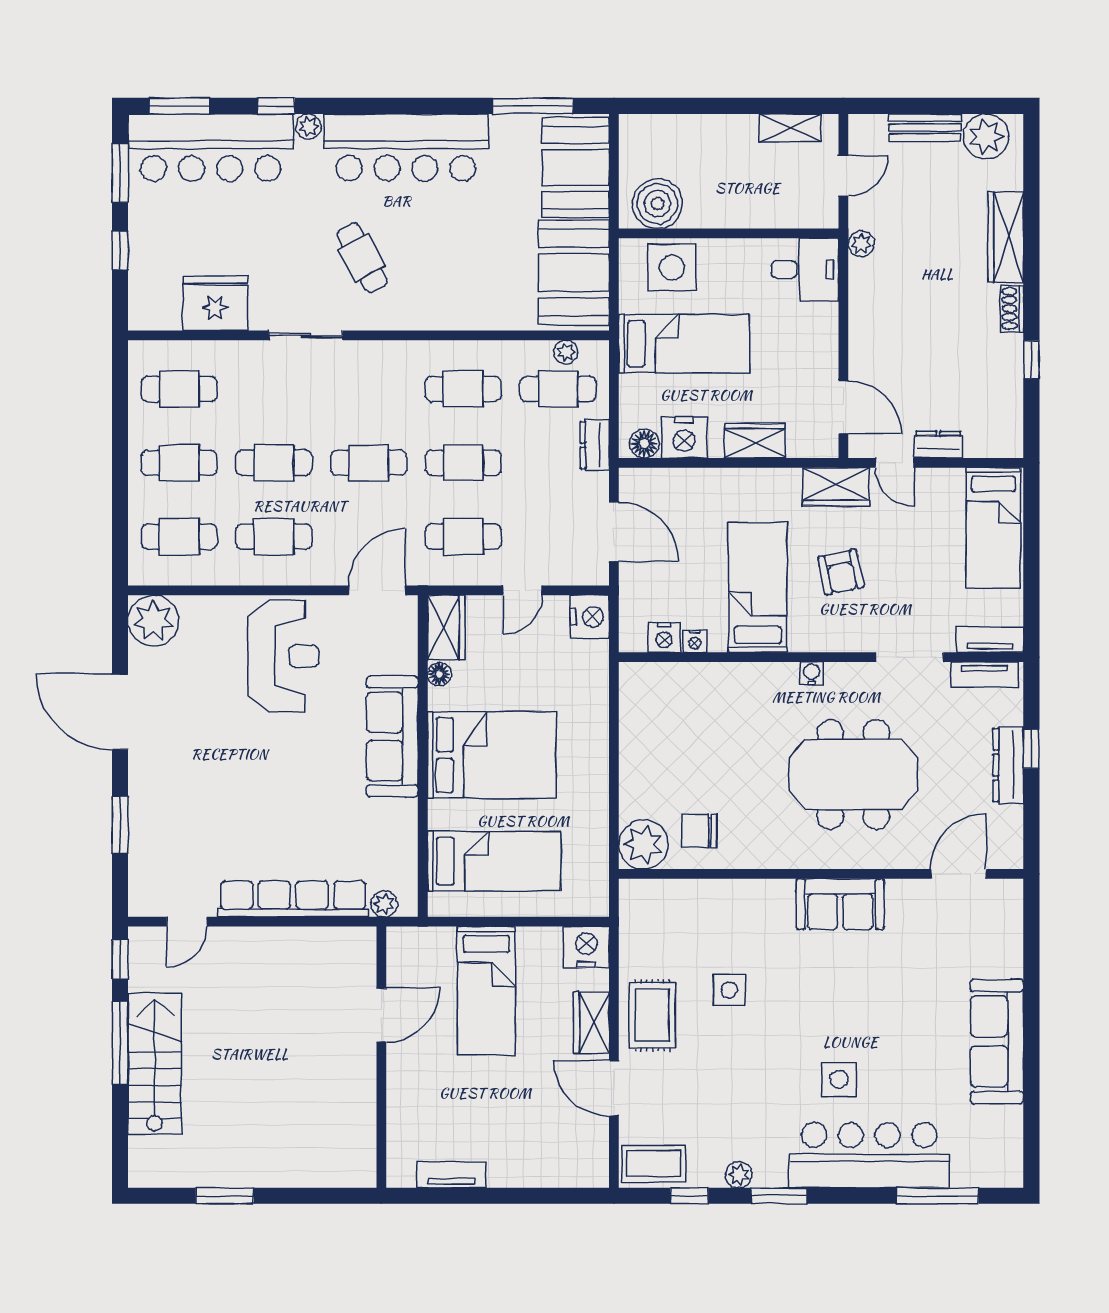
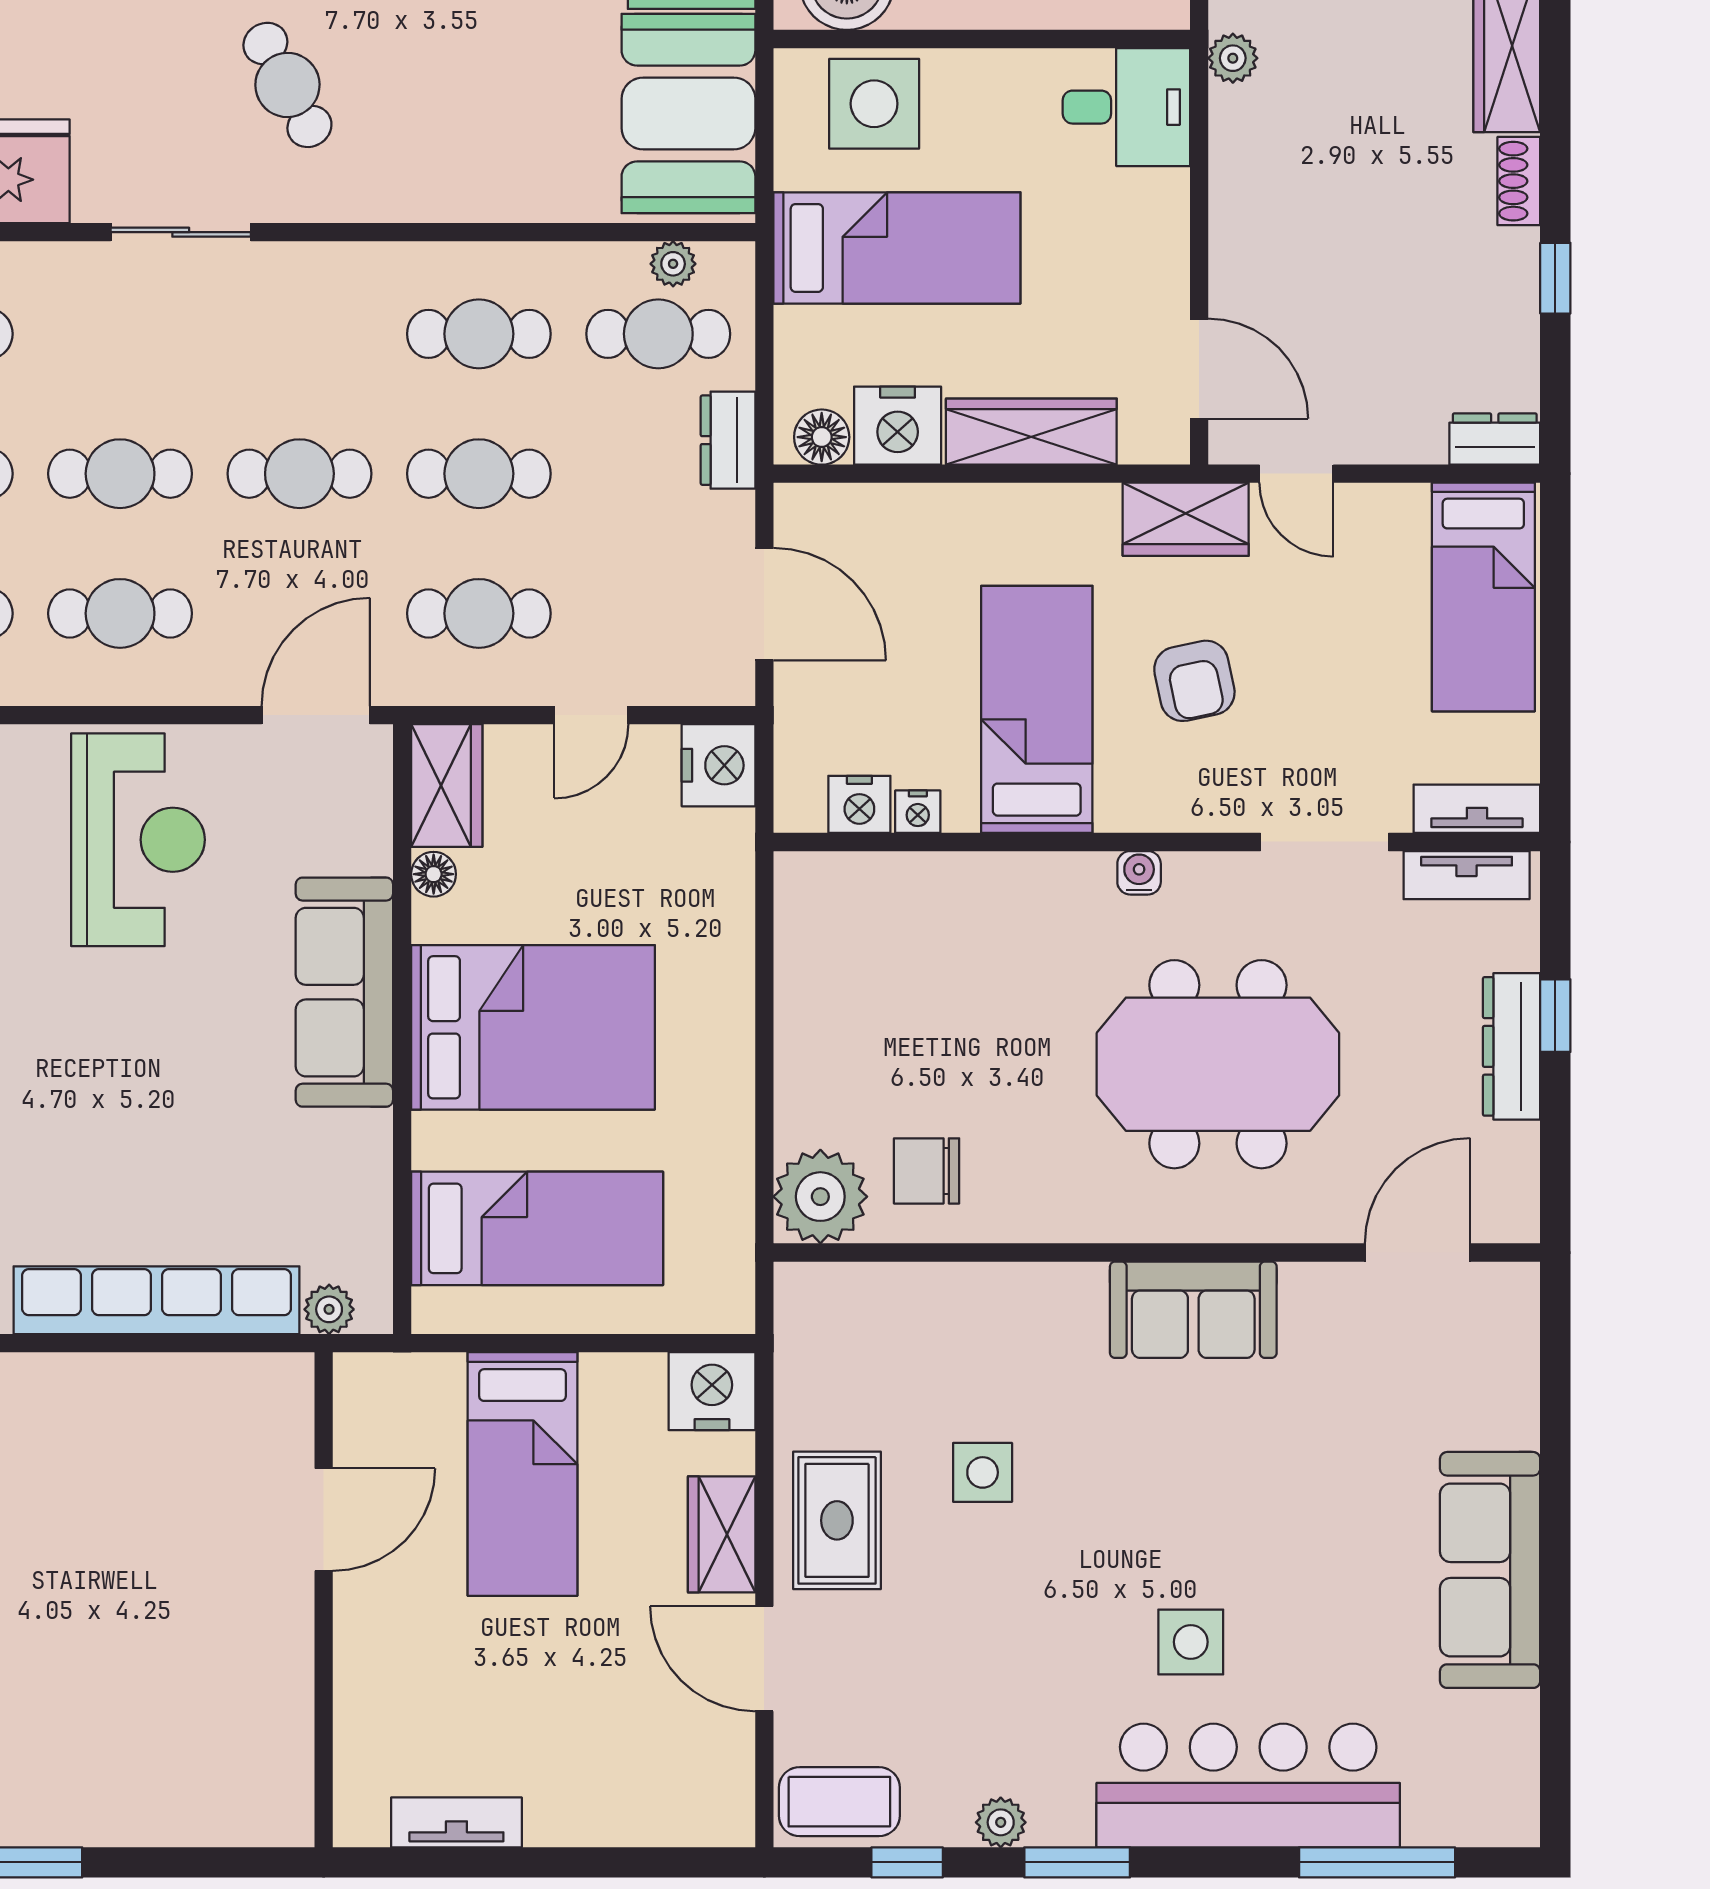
wardrobe: (755, 441) -> (1031, 432), width x1.50
dresser: (938, 445) -> (1495, 439), moved

